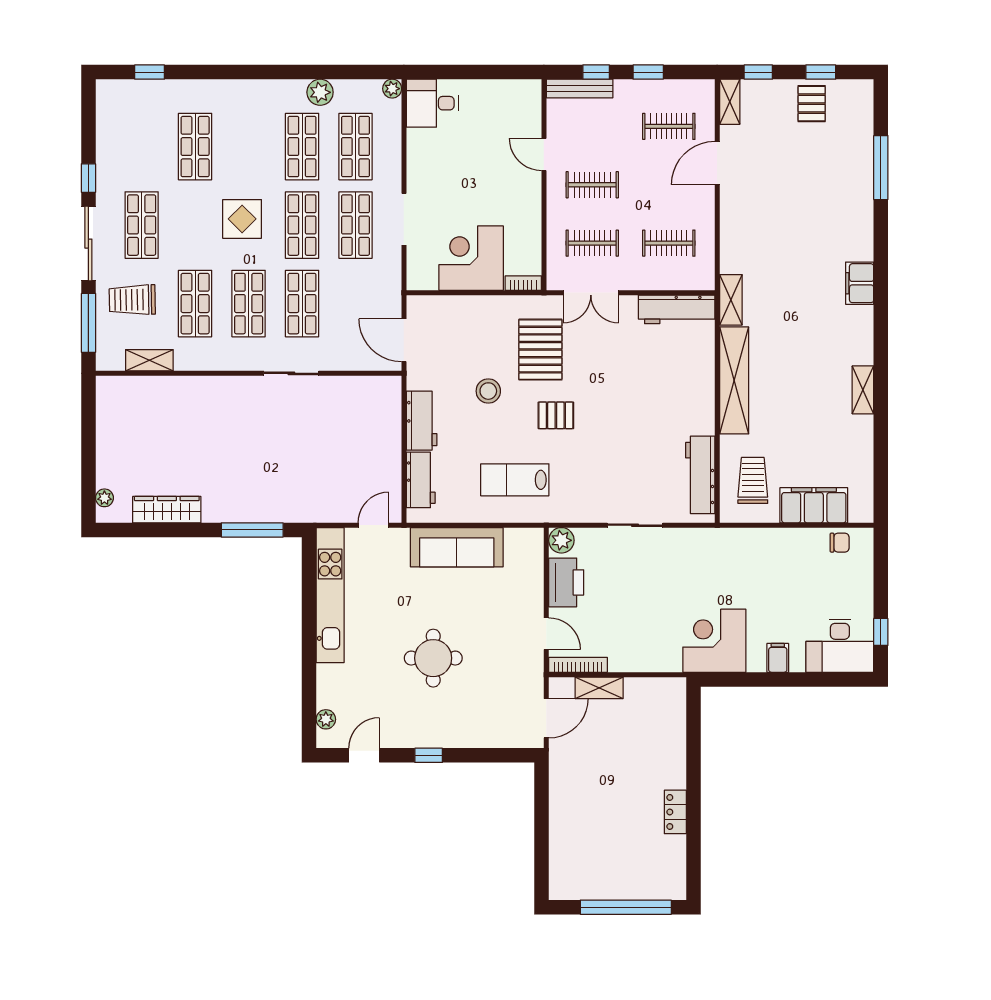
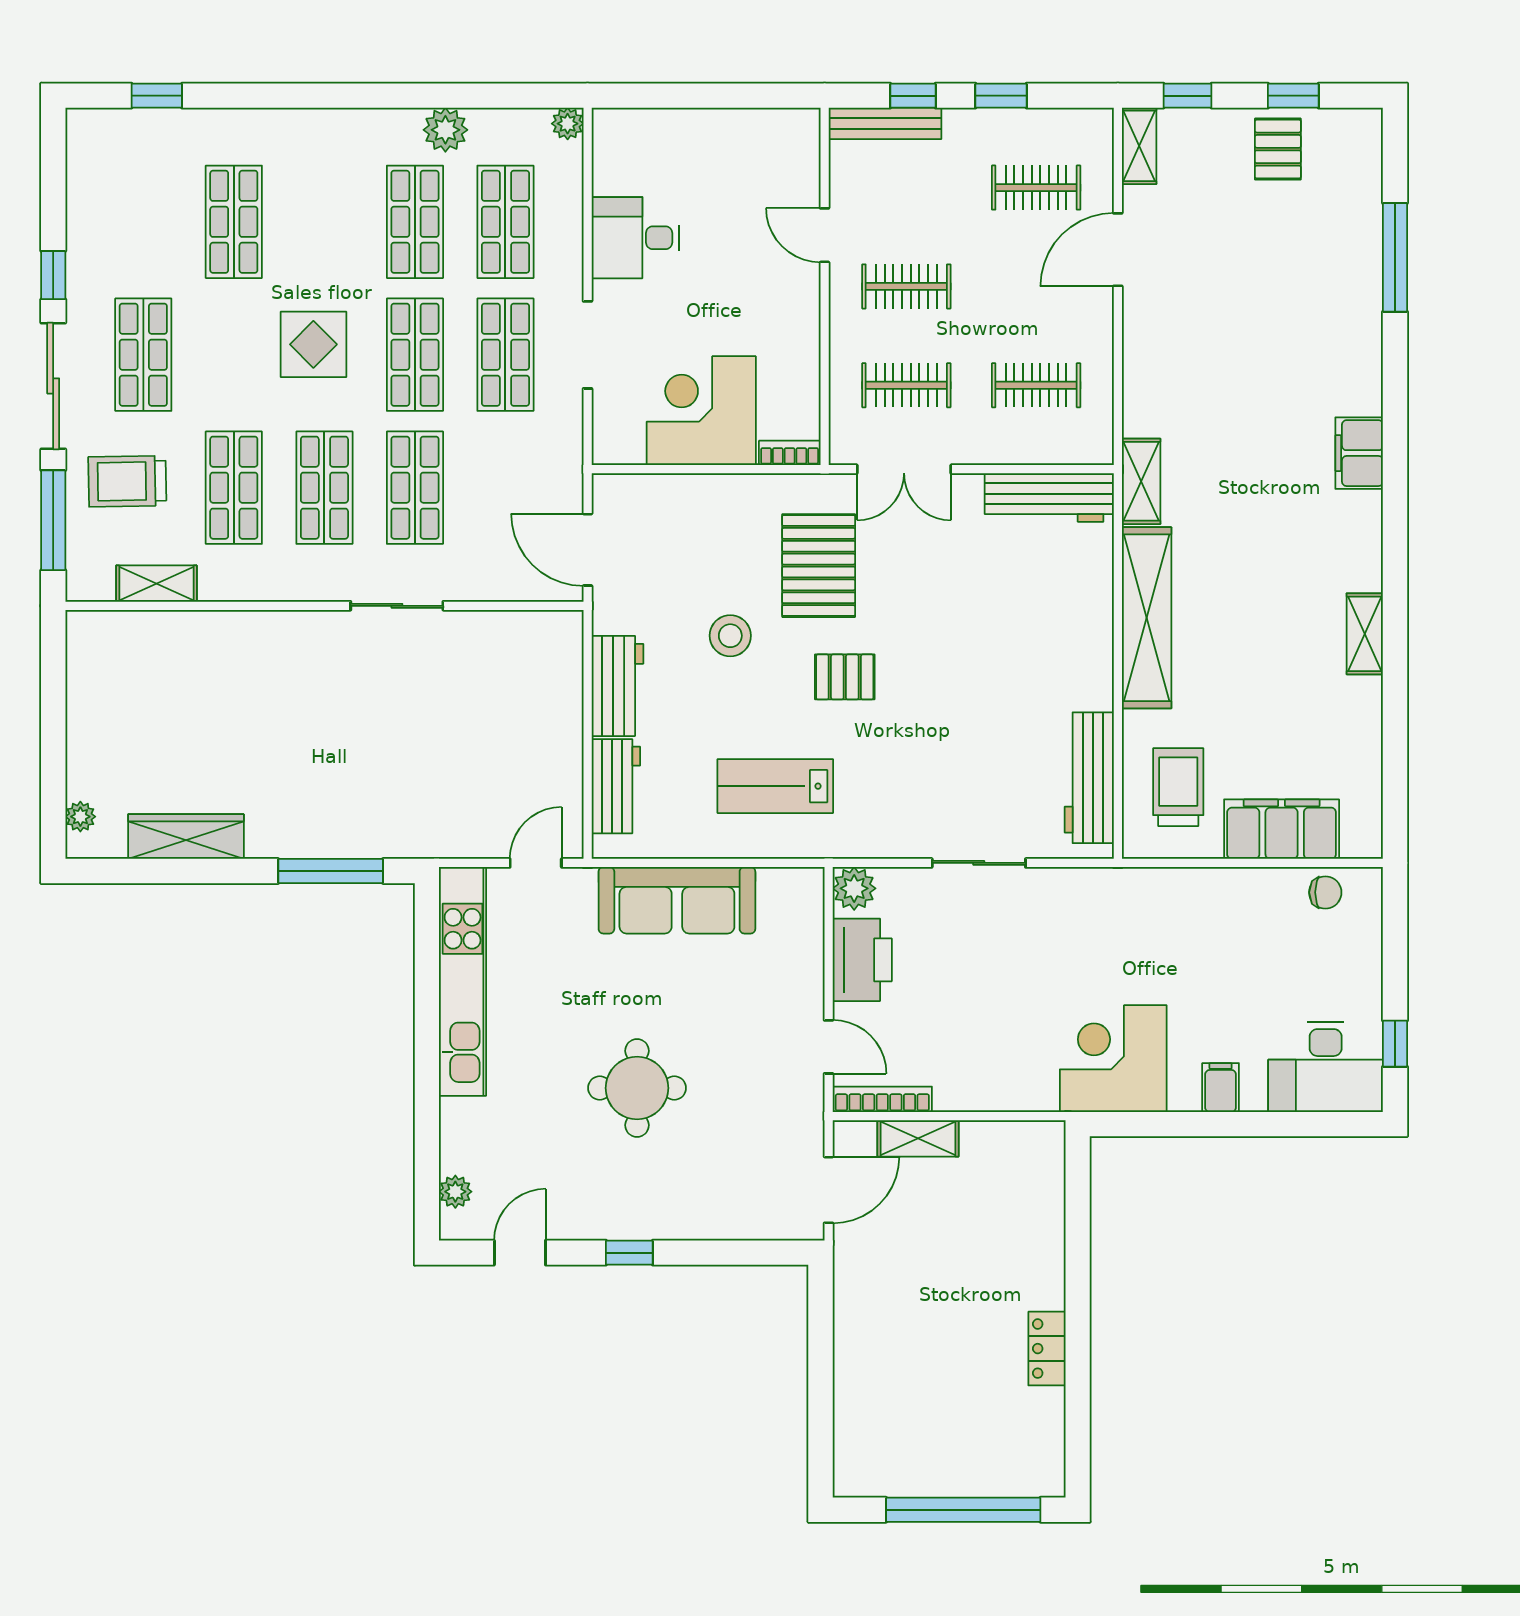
desk: (432, 103) -> (635, 238), moved

